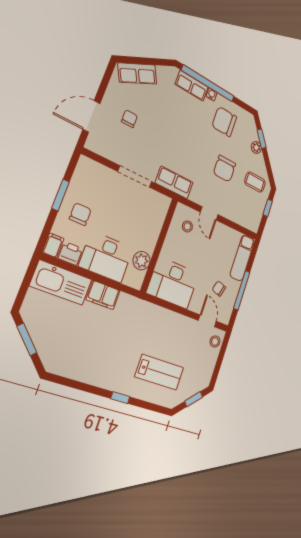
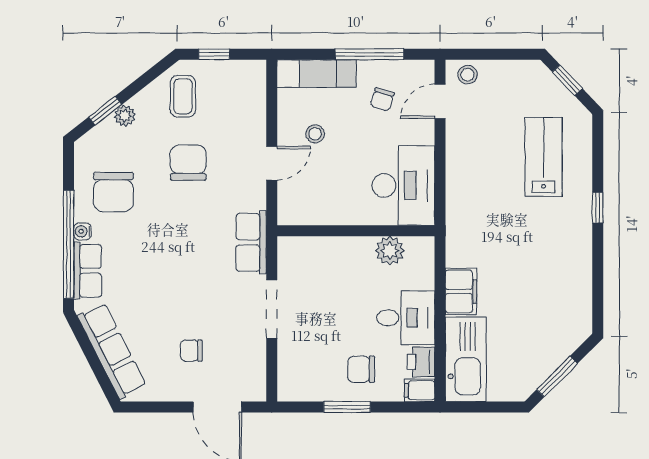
row of seats: (137, 74) -> (112, 351), width x1.48
chair: (224, 169) -> (188, 163), turned -90
stool: (187, 226) -> (315, 134), moved
desk: (106, 257) -> (406, 318), width x0.73

